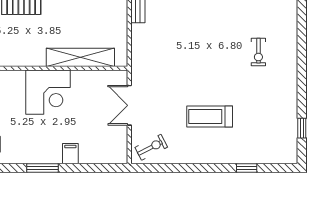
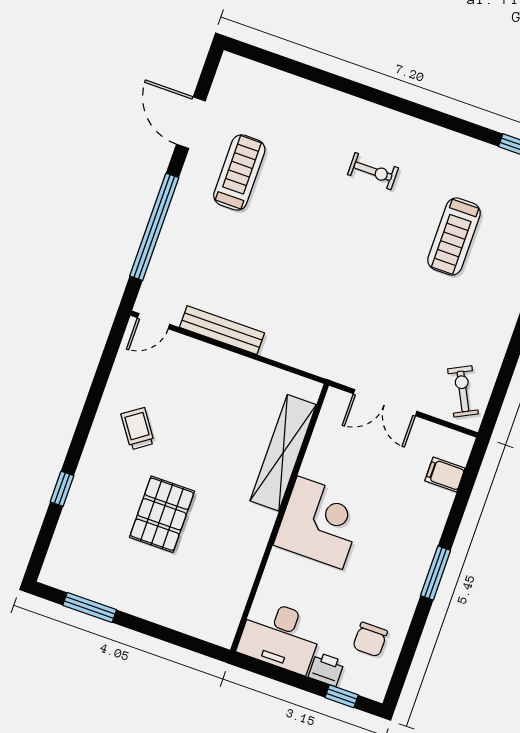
treadmill: (210, 117) -> (454, 237), moved
filing cabinet: (70, 154) -> (445, 475), moved

